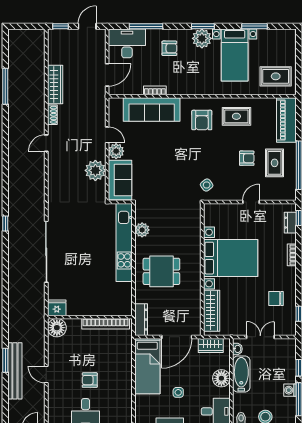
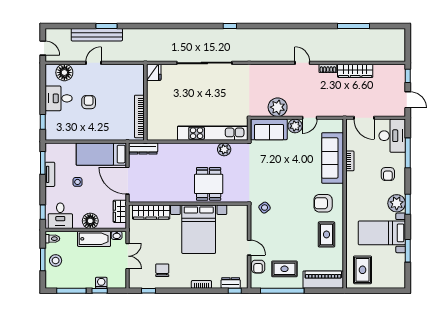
armchair: (247, 158) -> (258, 267), moved
dining table: (161, 271) -> (209, 184), moved
floor lamp: (57, 328) -> (64, 73), moved
washing machine: (290, 390) -> (101, 283), moved

